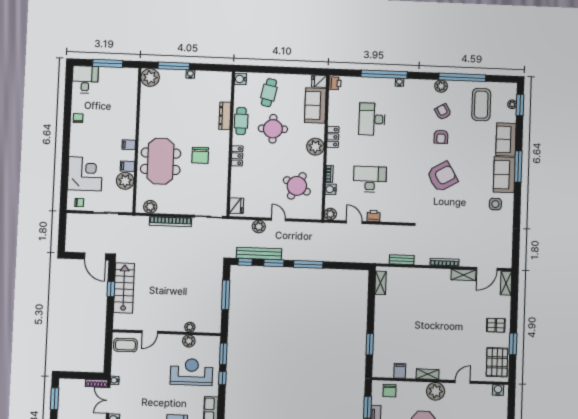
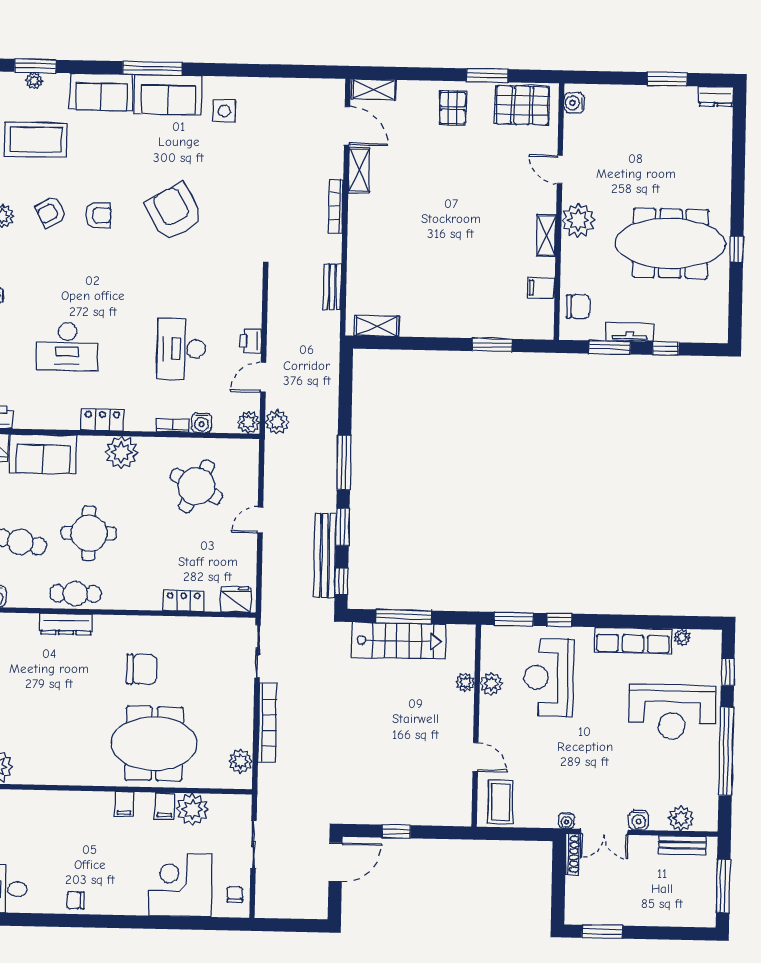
locker: (237, 156) -> (184, 601), moved
plant: (259, 227) -> (277, 422), moved
stairs: (124, 288) -> (399, 641), moved, turned 180

